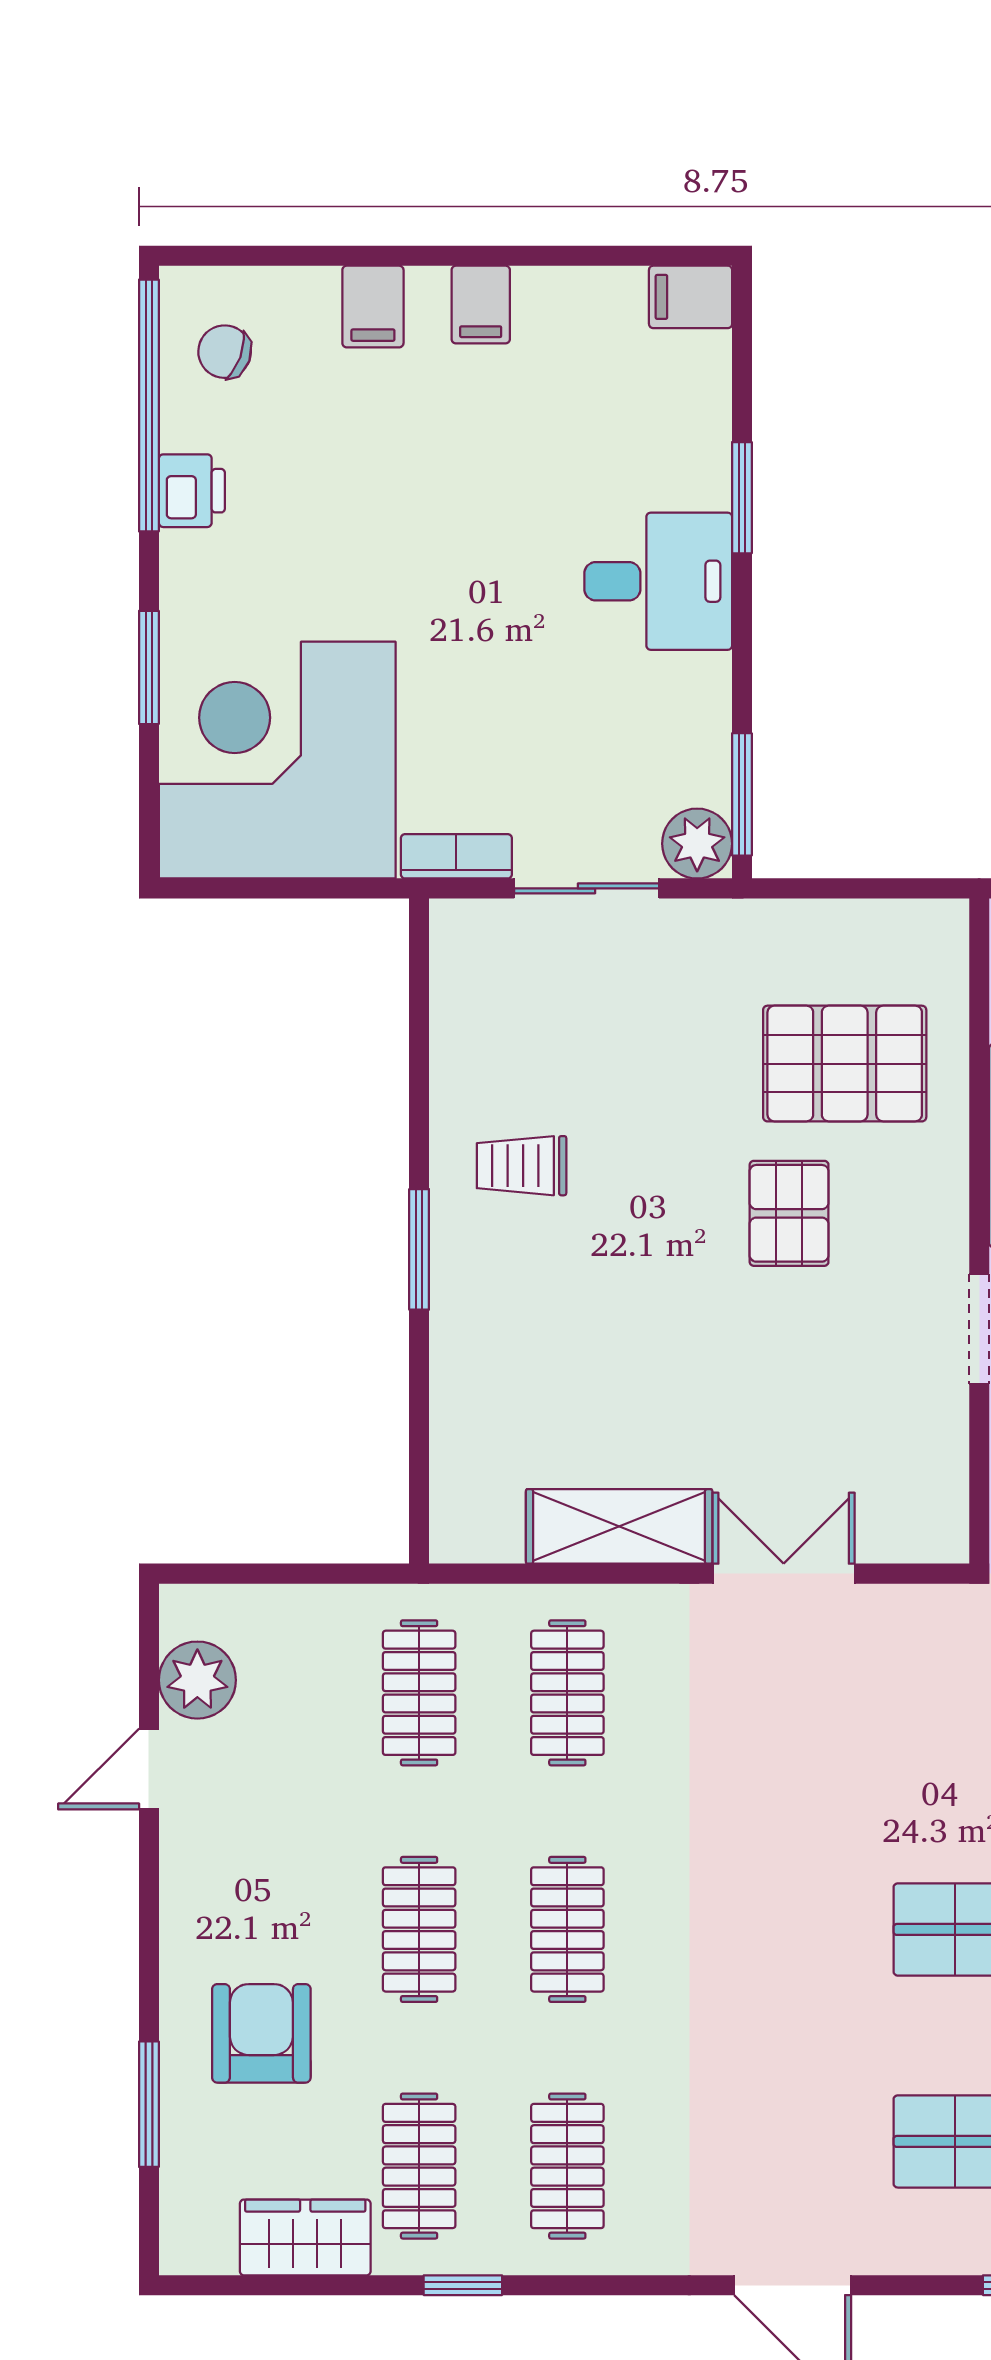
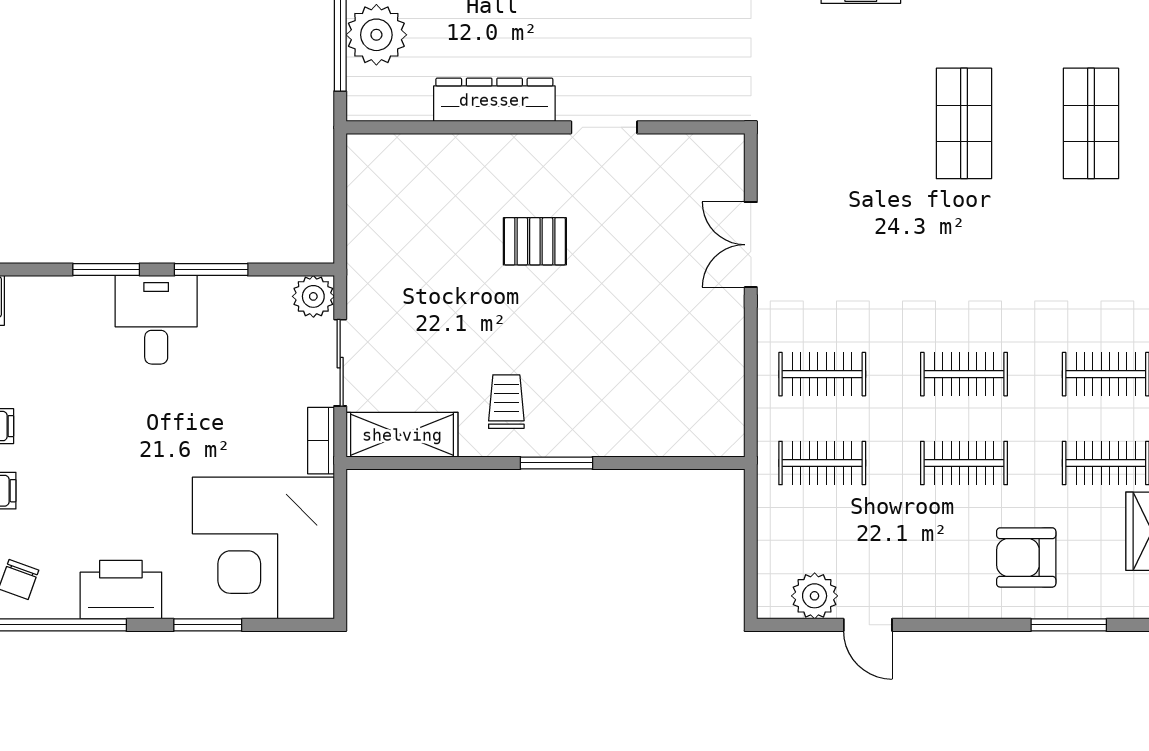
printer: (192, 491) -> (121, 590), width x1.87, depth x1.48
window: (742, 794) -> (211, 270), moved
pallet: (845, 1064) -> (445, 208), removed
trolley: (522, 1166) -> (506, 402), turned 180
shelving: (619, 1526) -> (402, 435), moved, turned 90

